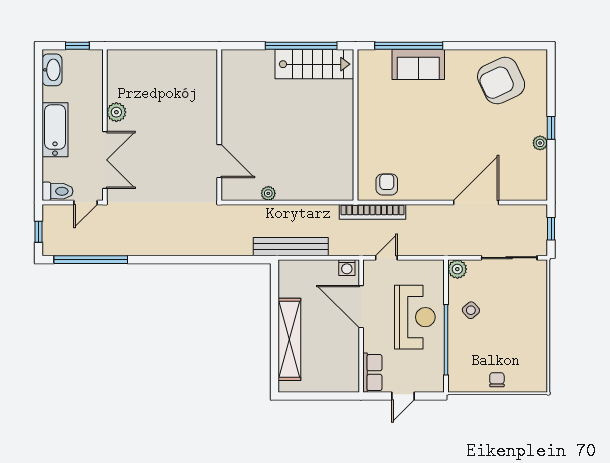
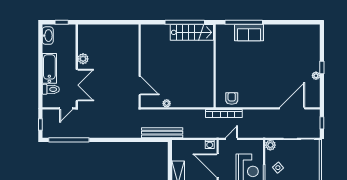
armchair: (501, 81) -> (295, 41), removed
toilet: (58, 191) -> (51, 89), moved
door: (476, 202) -> (292, 108), moved
bench: (291, 247) -> (162, 133), moved

